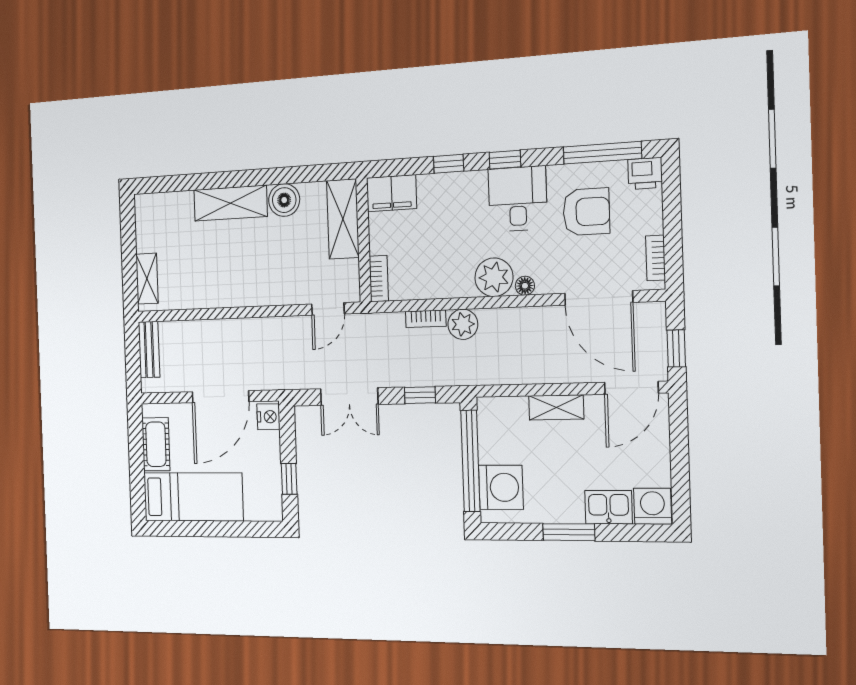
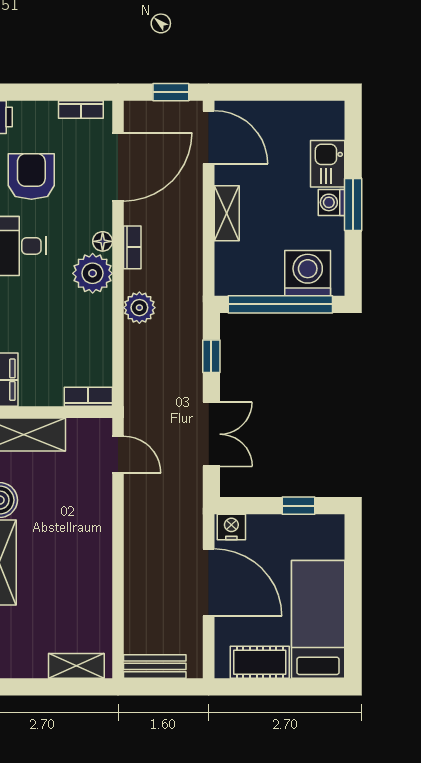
bookcase: (426, 319) -> (132, 247), moved
washing machine: (652, 506) -> (331, 202), moved, width x0.73, depth x0.73

